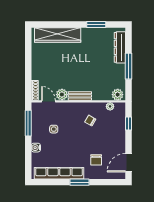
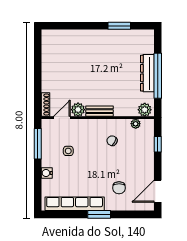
wardrobe: (58, 35) -> (73, 38), removed
dresser: (120, 47) -> (147, 73), moved
window: (129, 66) -> (158, 76), width x1.46
door: (48, 101) -> (62, 118), hinge flipped

